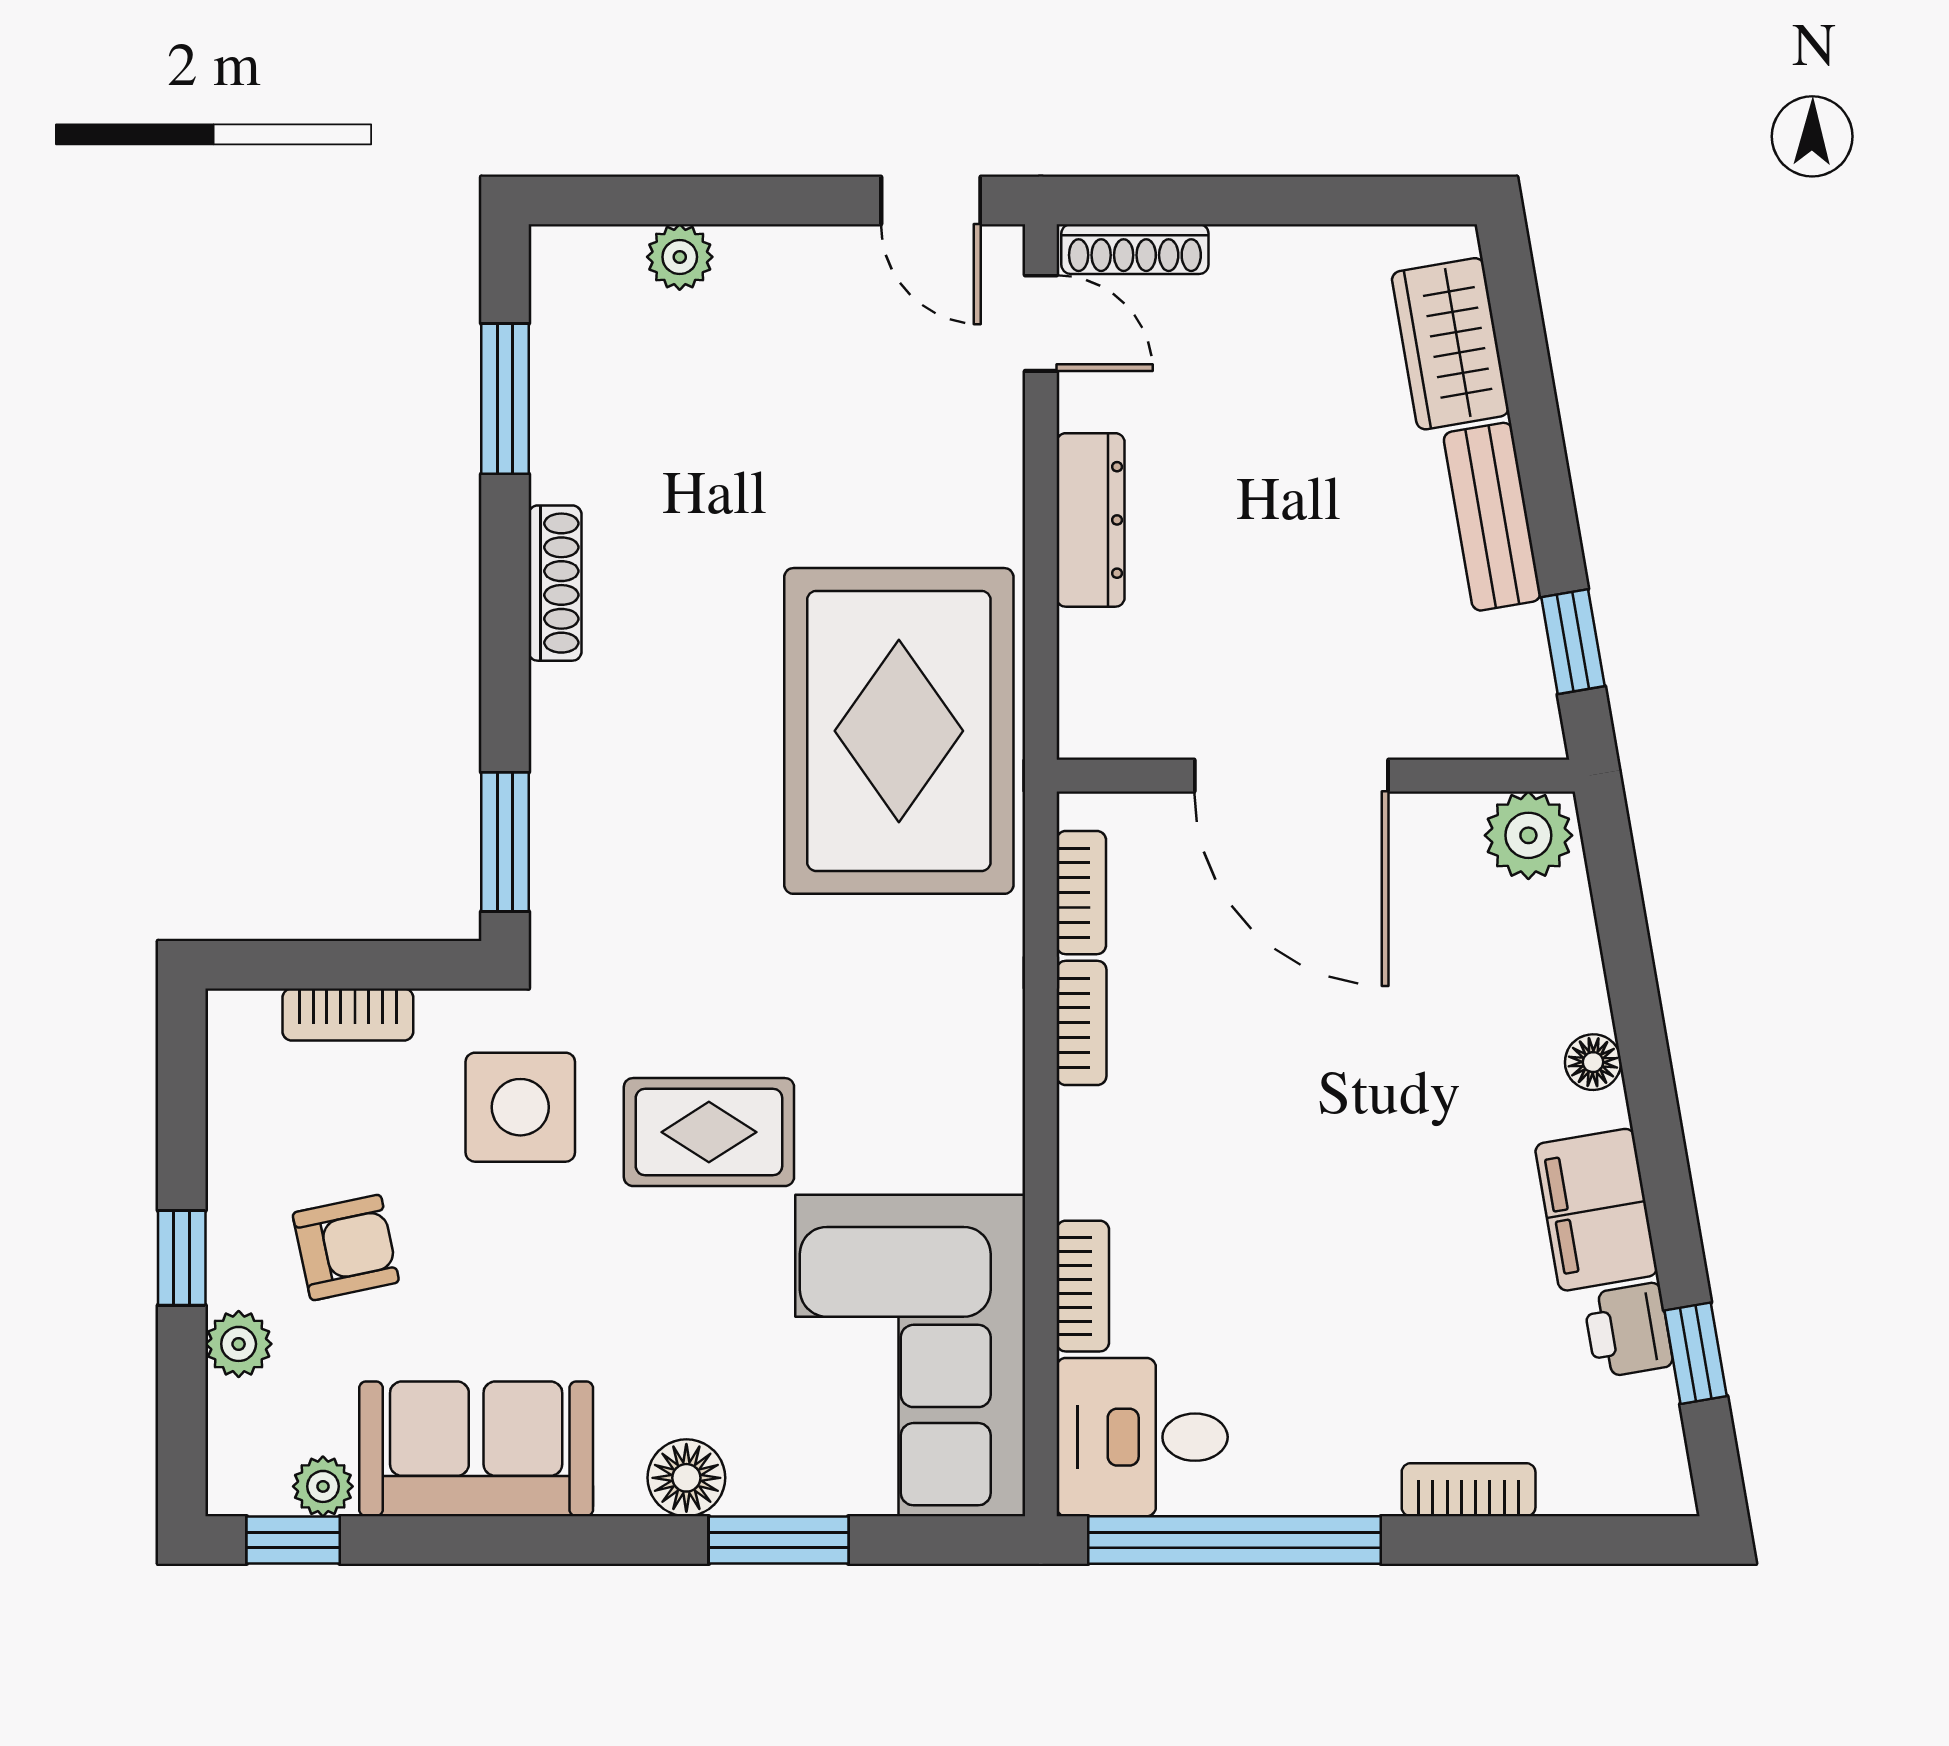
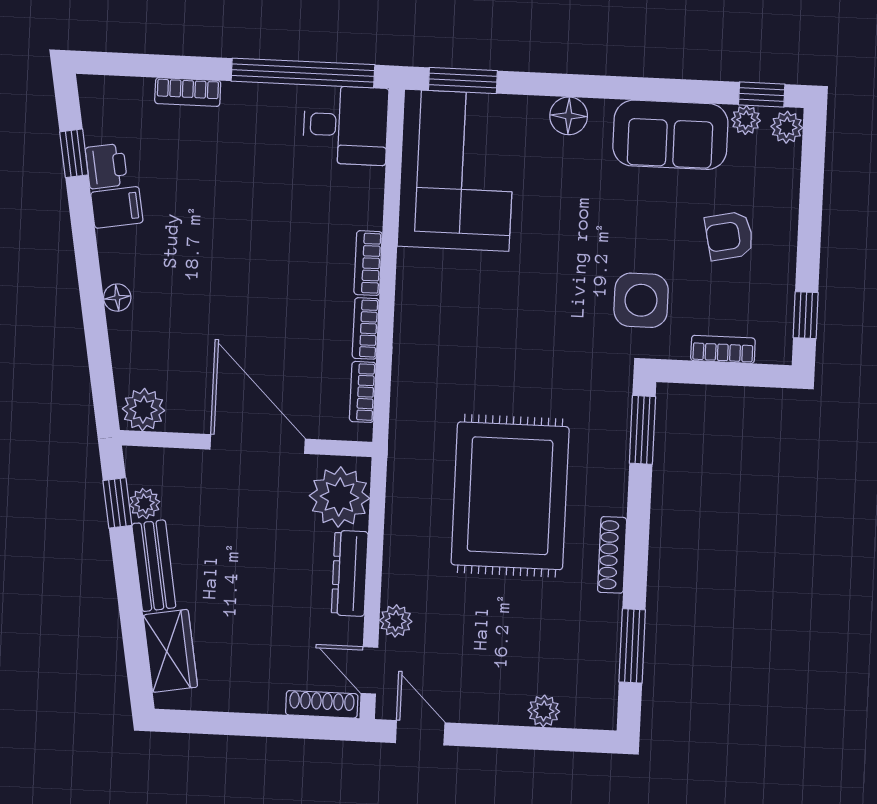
plant: (992, 427) -> (396, 621), added
plant: (1517, 643) -> (145, 504), added
plant: (1119, 675) -> (339, 497), added
rug: (899, 731) -> (510, 496), moved
rug: (709, 1132) -> (550, 284), removed
filing cabinet: (1596, 1210) -> (117, 207), width x0.50
window: (182, 1258) -> (806, 315), moved
bookcase: (1083, 1286) -> (368, 263), moved
plant: (239, 1344) -> (787, 127), moved
window: (779, 1540) -> (463, 80), moved

